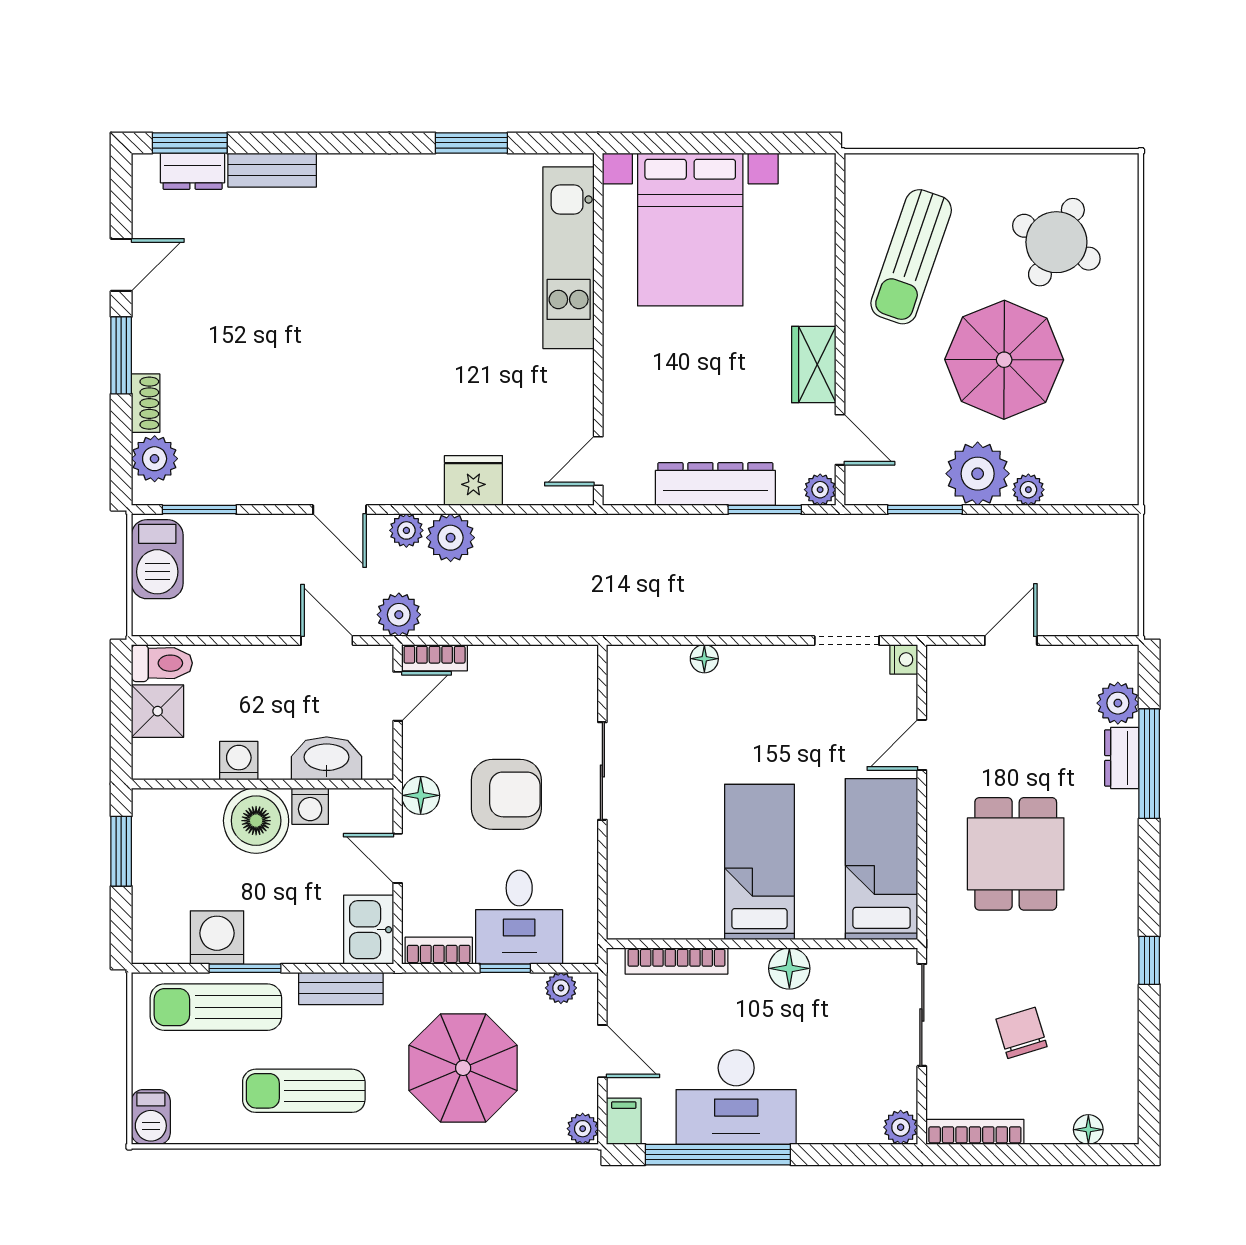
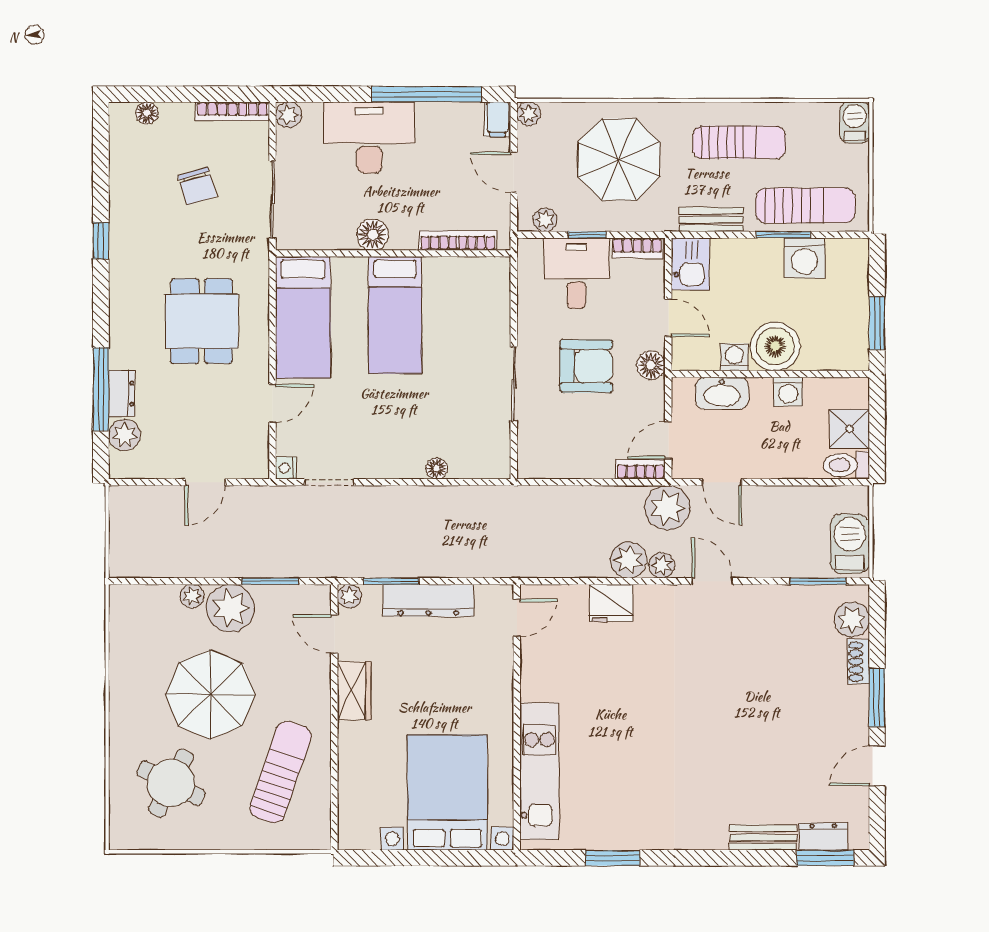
plant: (399, 615) -> (667, 508), width x1.36, depth x1.36
armchair: (506, 794) -> (586, 366), turned 180
desk: (736, 1097) -> (369, 138), moved

